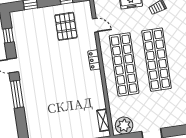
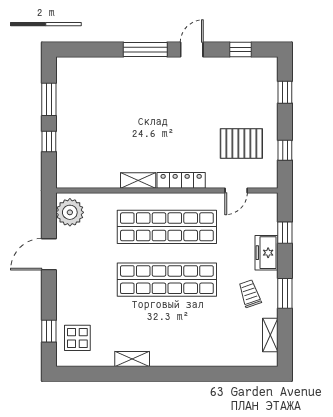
locker: (94, 60) -> (181, 180), width x1.53
shelving: (103, 120) -> (138, 180), moved

